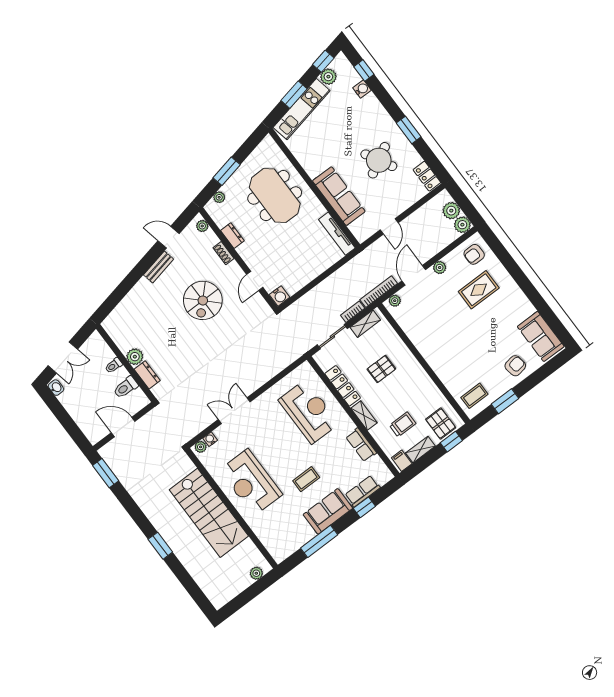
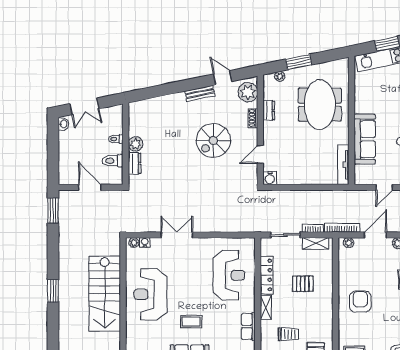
plant: (202, 226) -> (248, 92), width x1.88, depth x1.88
armchair: (445, 346) -> (360, 302), added

